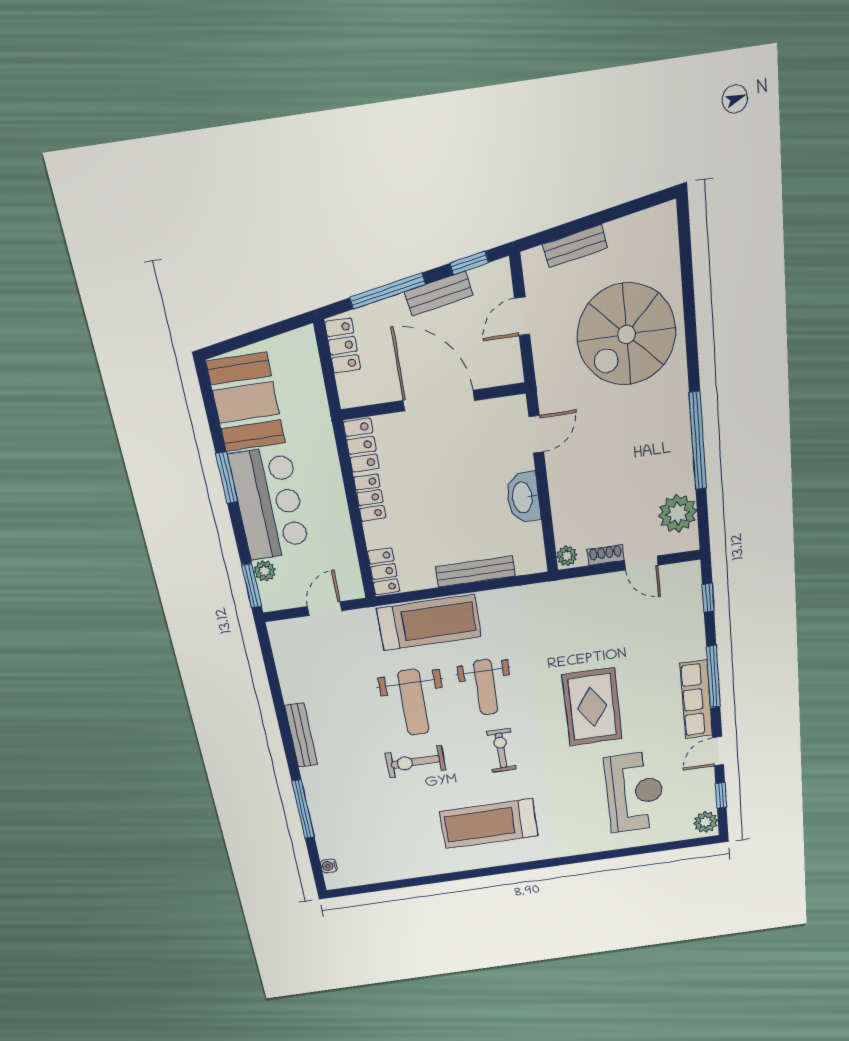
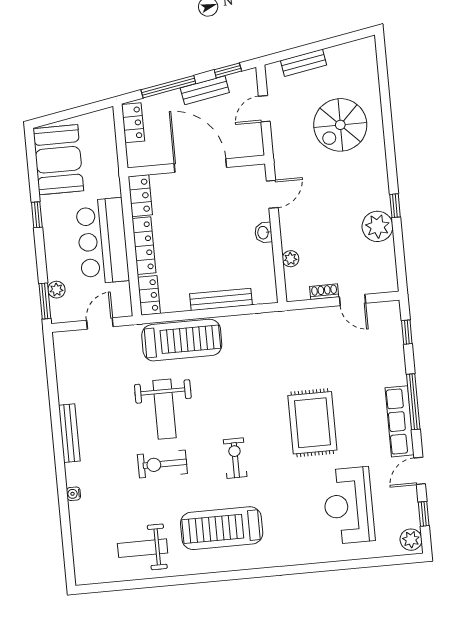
spiral stairs: (626, 334) -> (340, 125), width x0.73, depth x0.73
window: (698, 441) -> (395, 206), width x0.32
window: (227, 478) -> (37, 215), width x0.67
washbasin: (523, 497) -> (263, 233), width x0.52, depth x0.69
locker: (370, 498) -> (144, 246), width x1.53
bar counter: (269, 503) -> (102, 241), moved, turned 180
plant: (678, 513) -> (377, 226), moved
plant: (567, 556) -> (291, 259), moved
weight bench: (486, 687) -> (143, 548), moved, turned 90
reception desk: (635, 792) -> (348, 506), turned 180
window: (303, 809) -> (64, 503), removed
water cooler: (329, 866) -> (74, 494), moved

